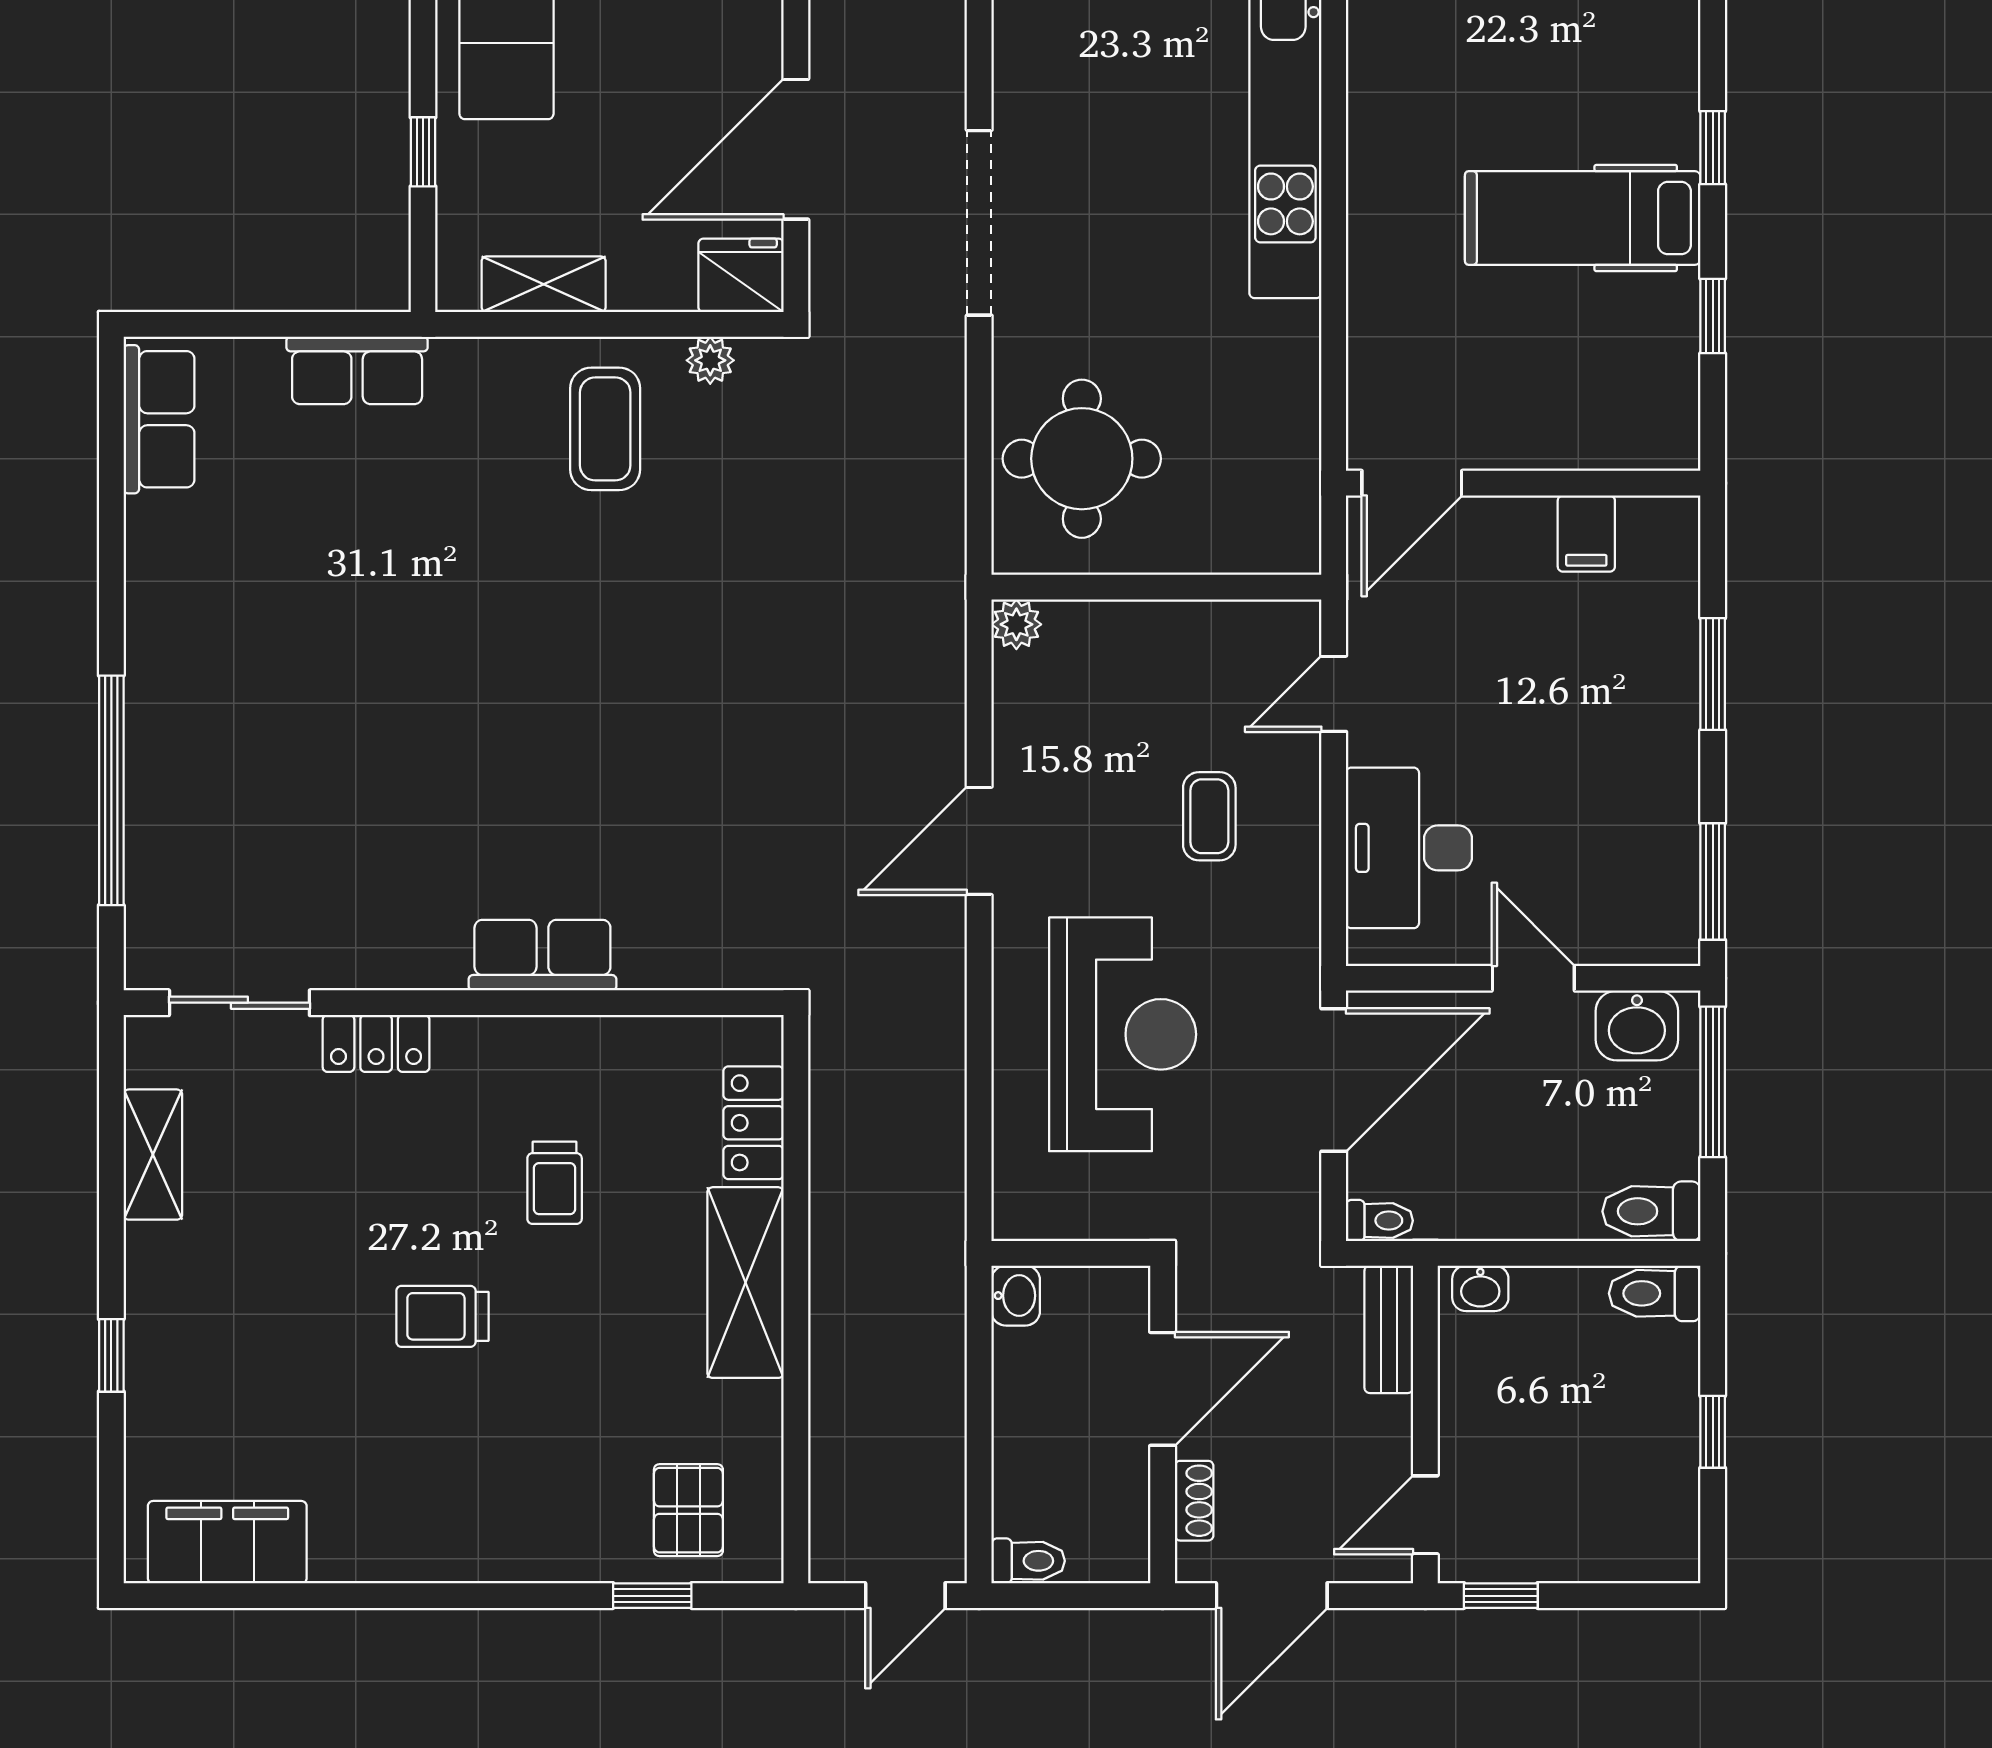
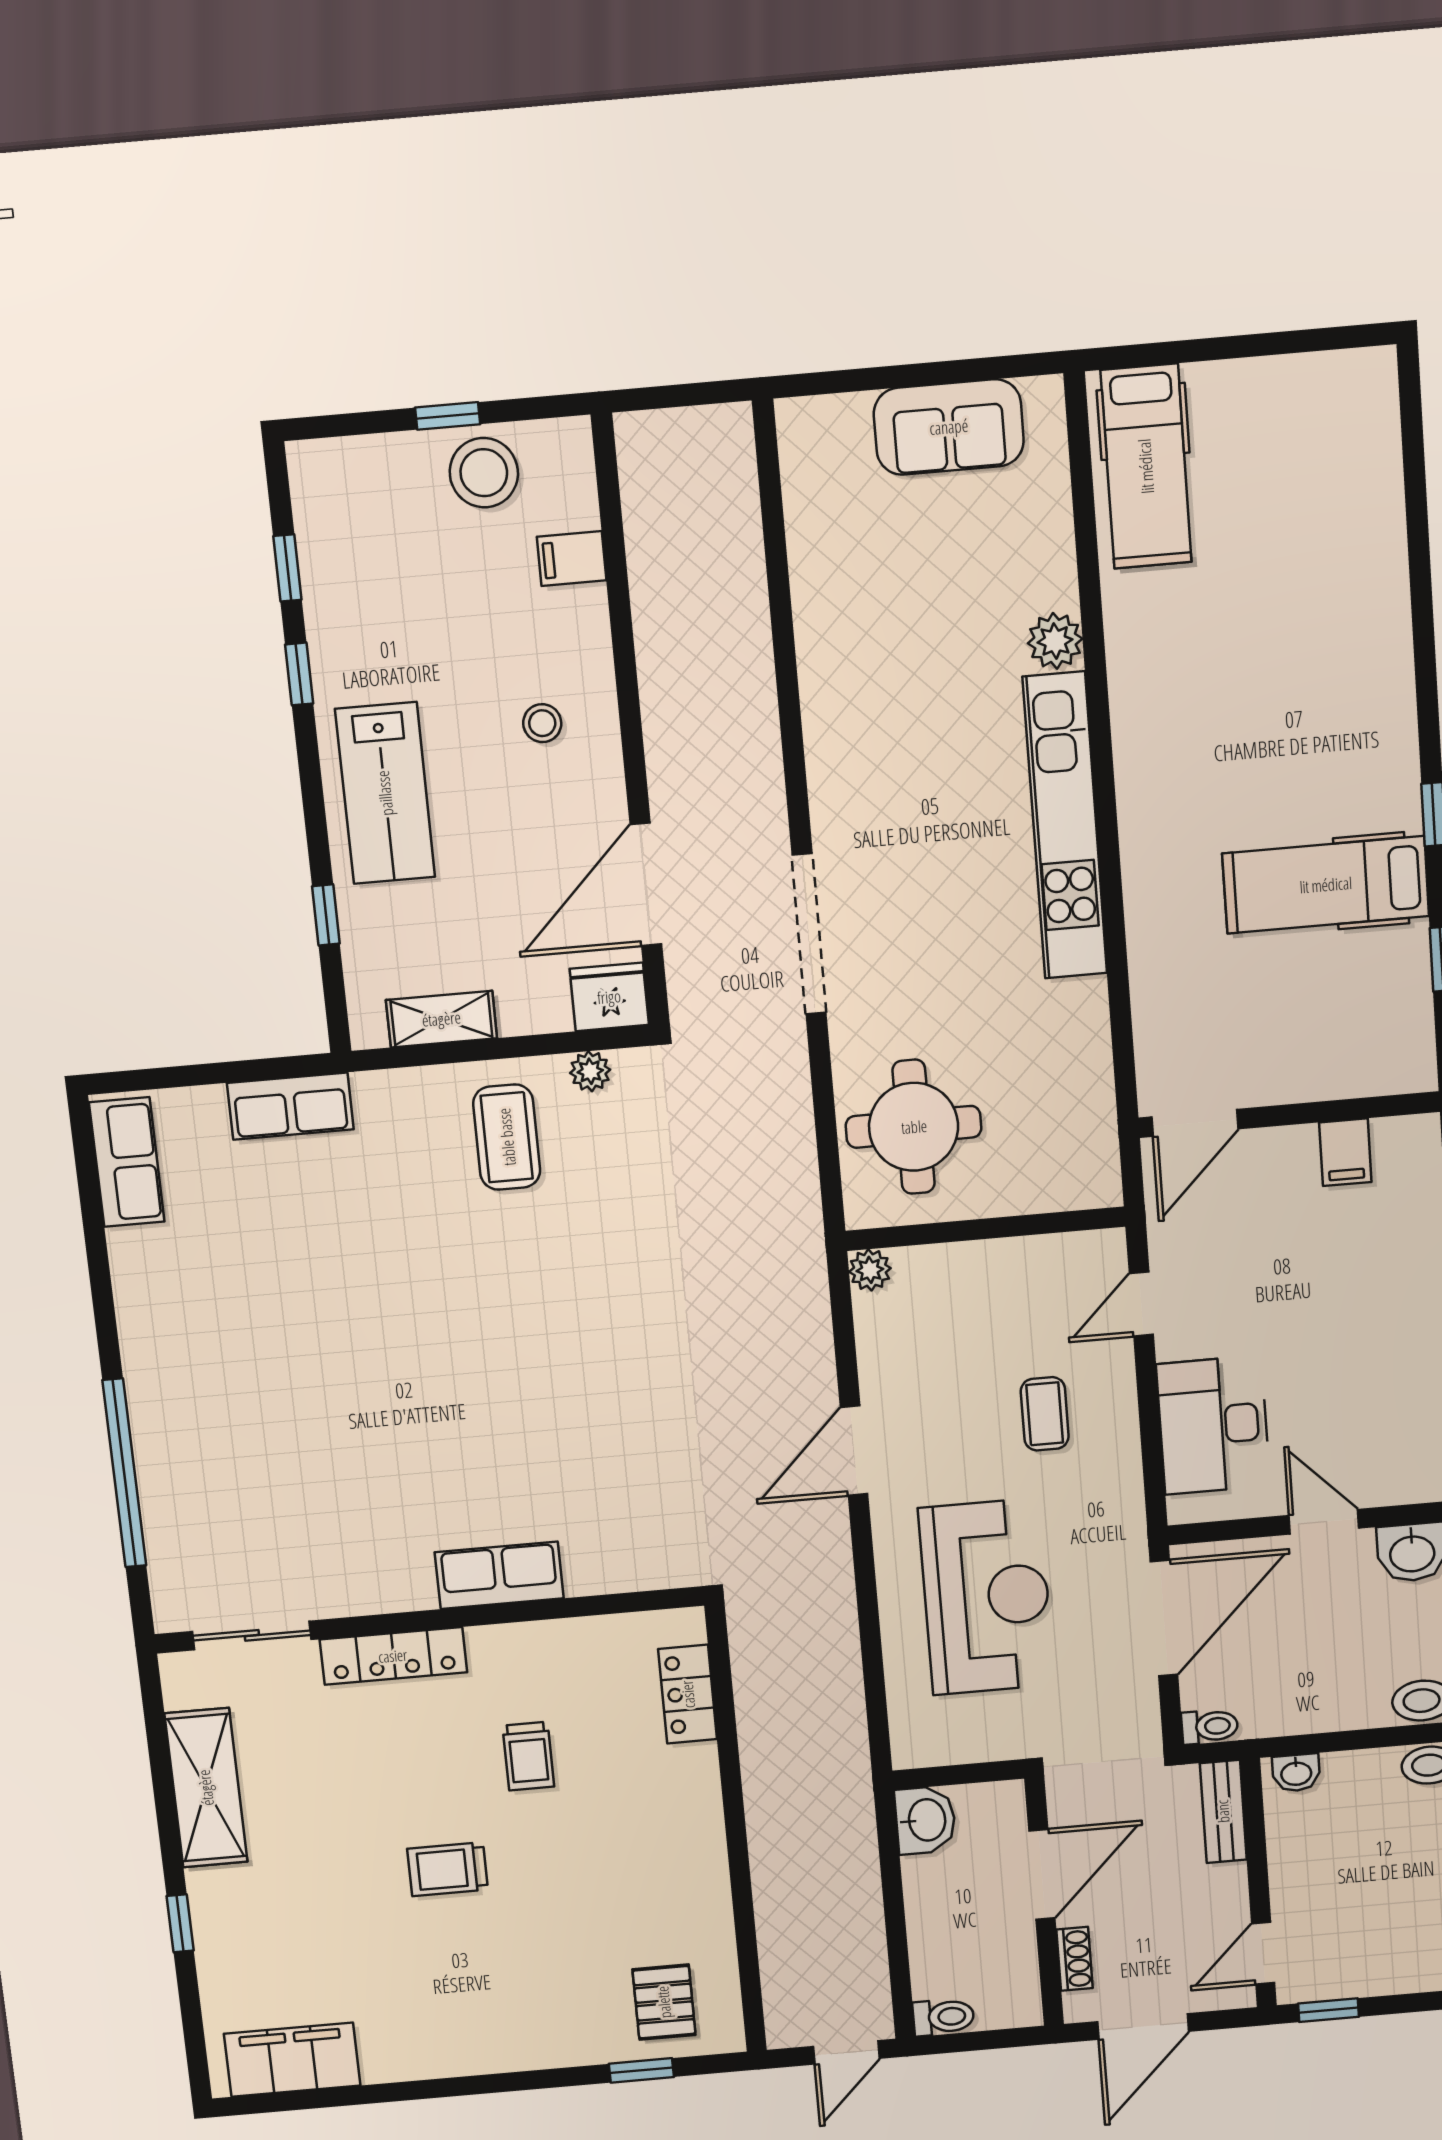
locker: (376, 1043) -> (393, 1656), width x1.53
shelving: (153, 1155) -> (206, 1788), width x1.50, depth x1.33
shelving: (745, 1283) -> (693, 1821), removed
washbasin: (1016, 1296) -> (925, 1820), width x1.38, depth x1.45

